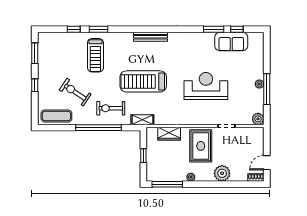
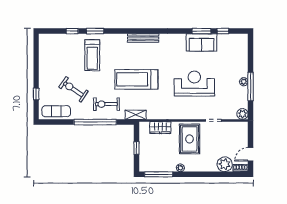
sofa: (231, 42) -> (201, 42), moved
window: (35, 53) -> (36, 53), removed
window: (35, 85) -> (36, 94), moved
plant: (222, 173) -> (225, 164), moved

